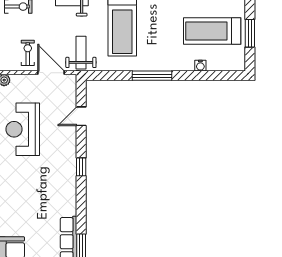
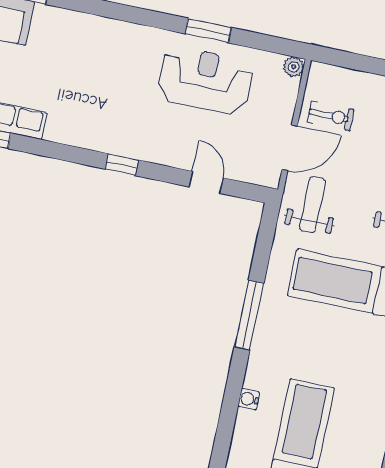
weight bench: (81, 53) -> (312, 205), turned -90

